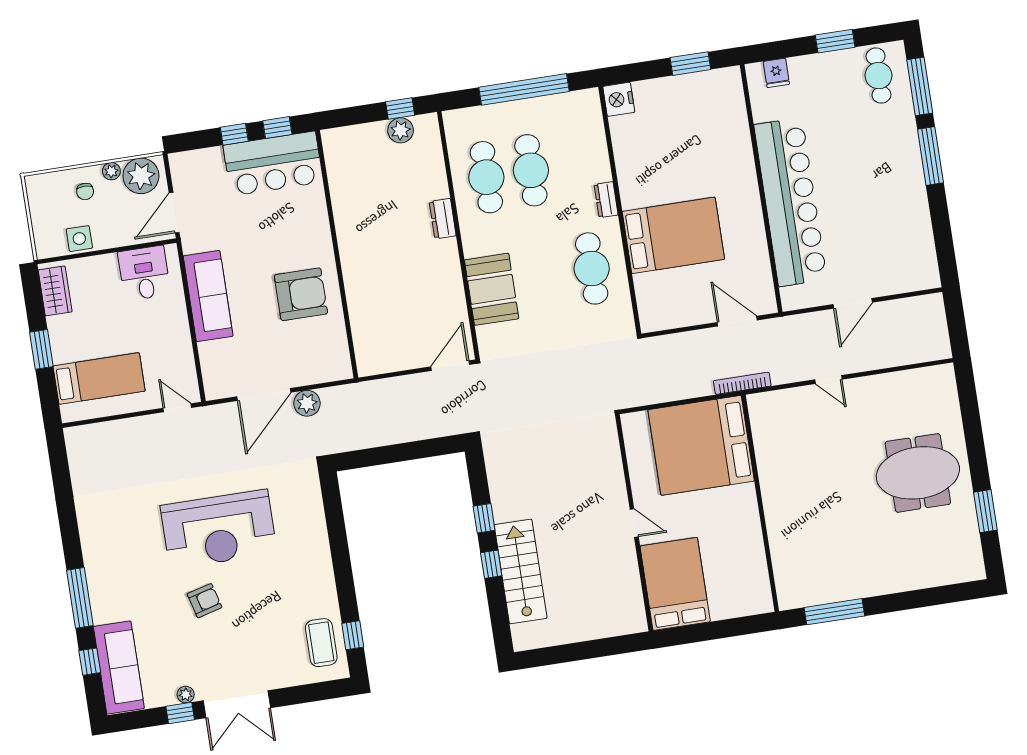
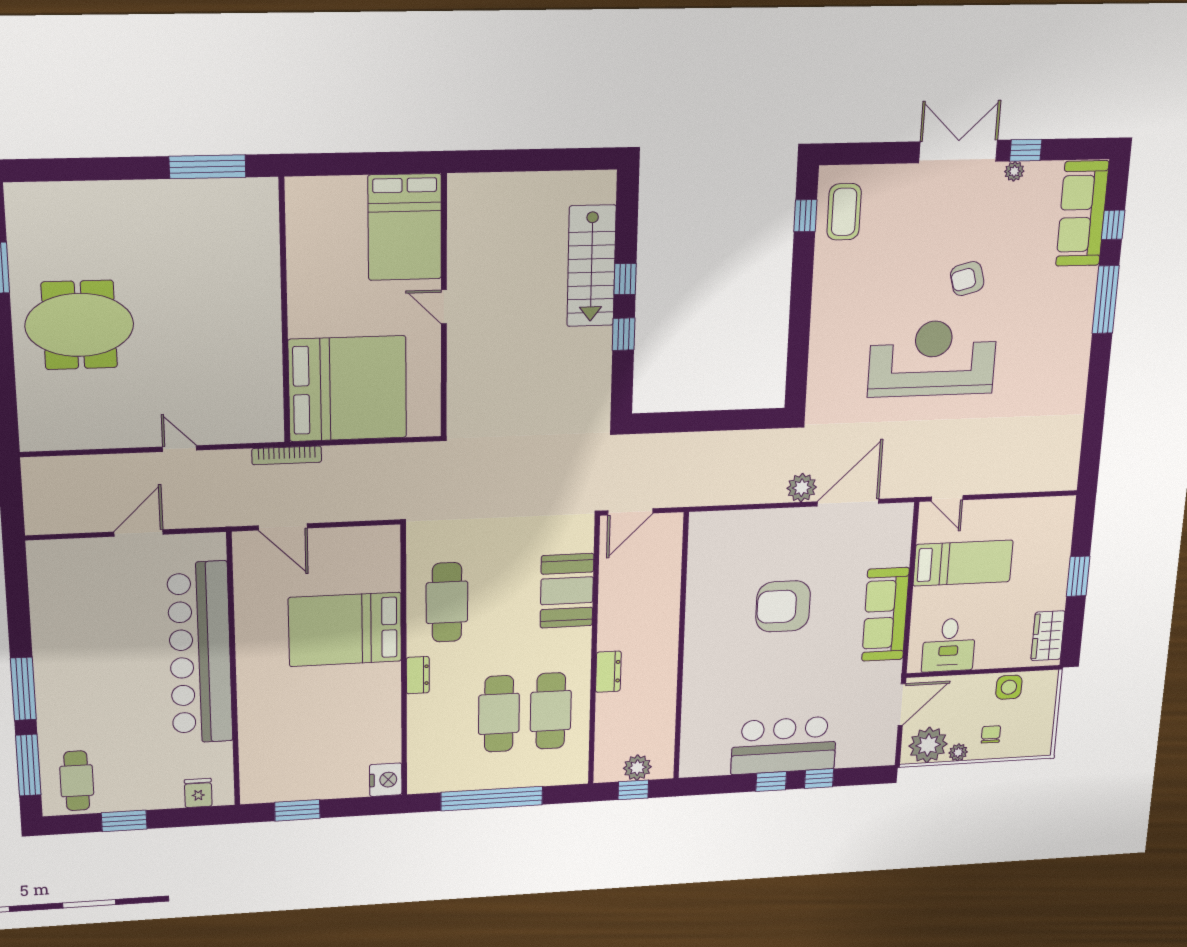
wall: (337, 254) -> (681, 648), moved
bed: (99, 379) -> (963, 563), moved, turned 180

